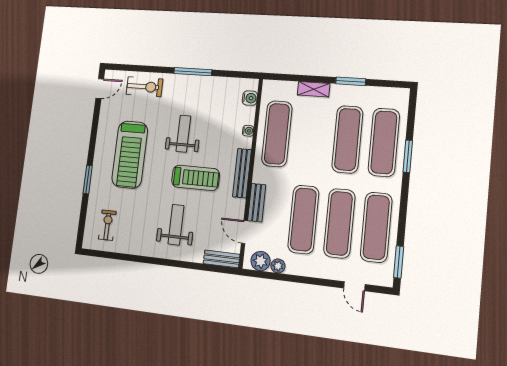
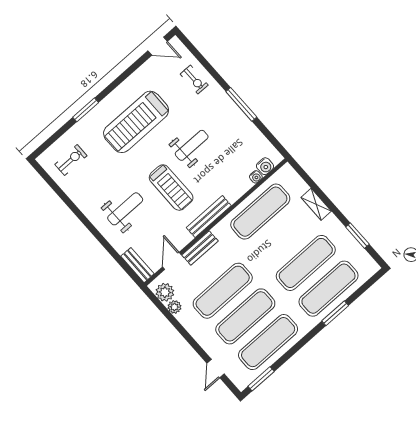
window: (351, 81) -> (357, 236), moved
exercise bike: (145, 87) -> (194, 80), width x0.73, depth x0.72
water cooler: (248, 131) -> (256, 177), moved

